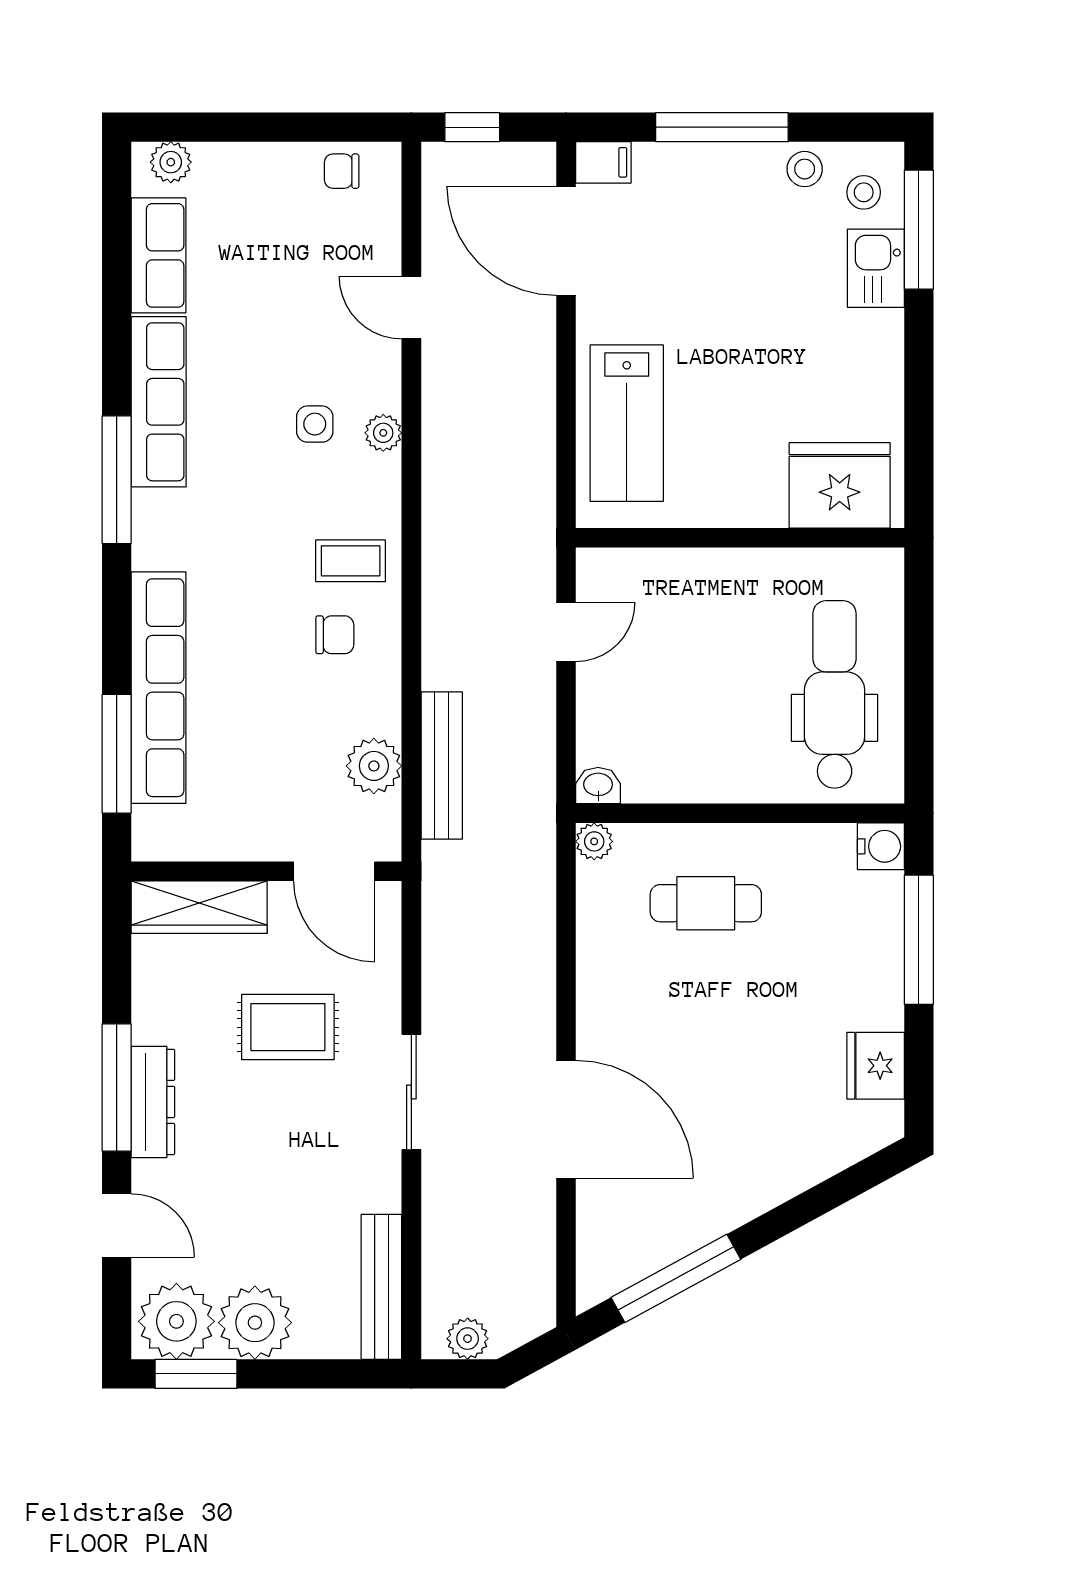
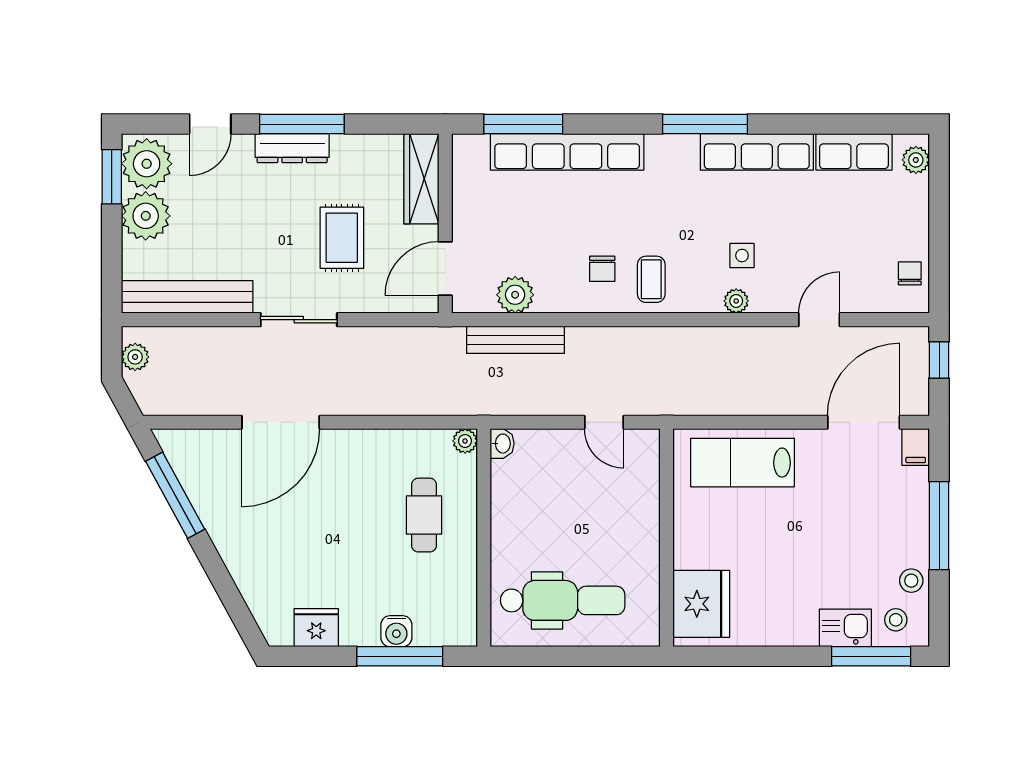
water cooler: (881, 846) -> (396, 631), moved
bench: (381, 1287) -> (187, 297), width x1.37, depth x1.21

